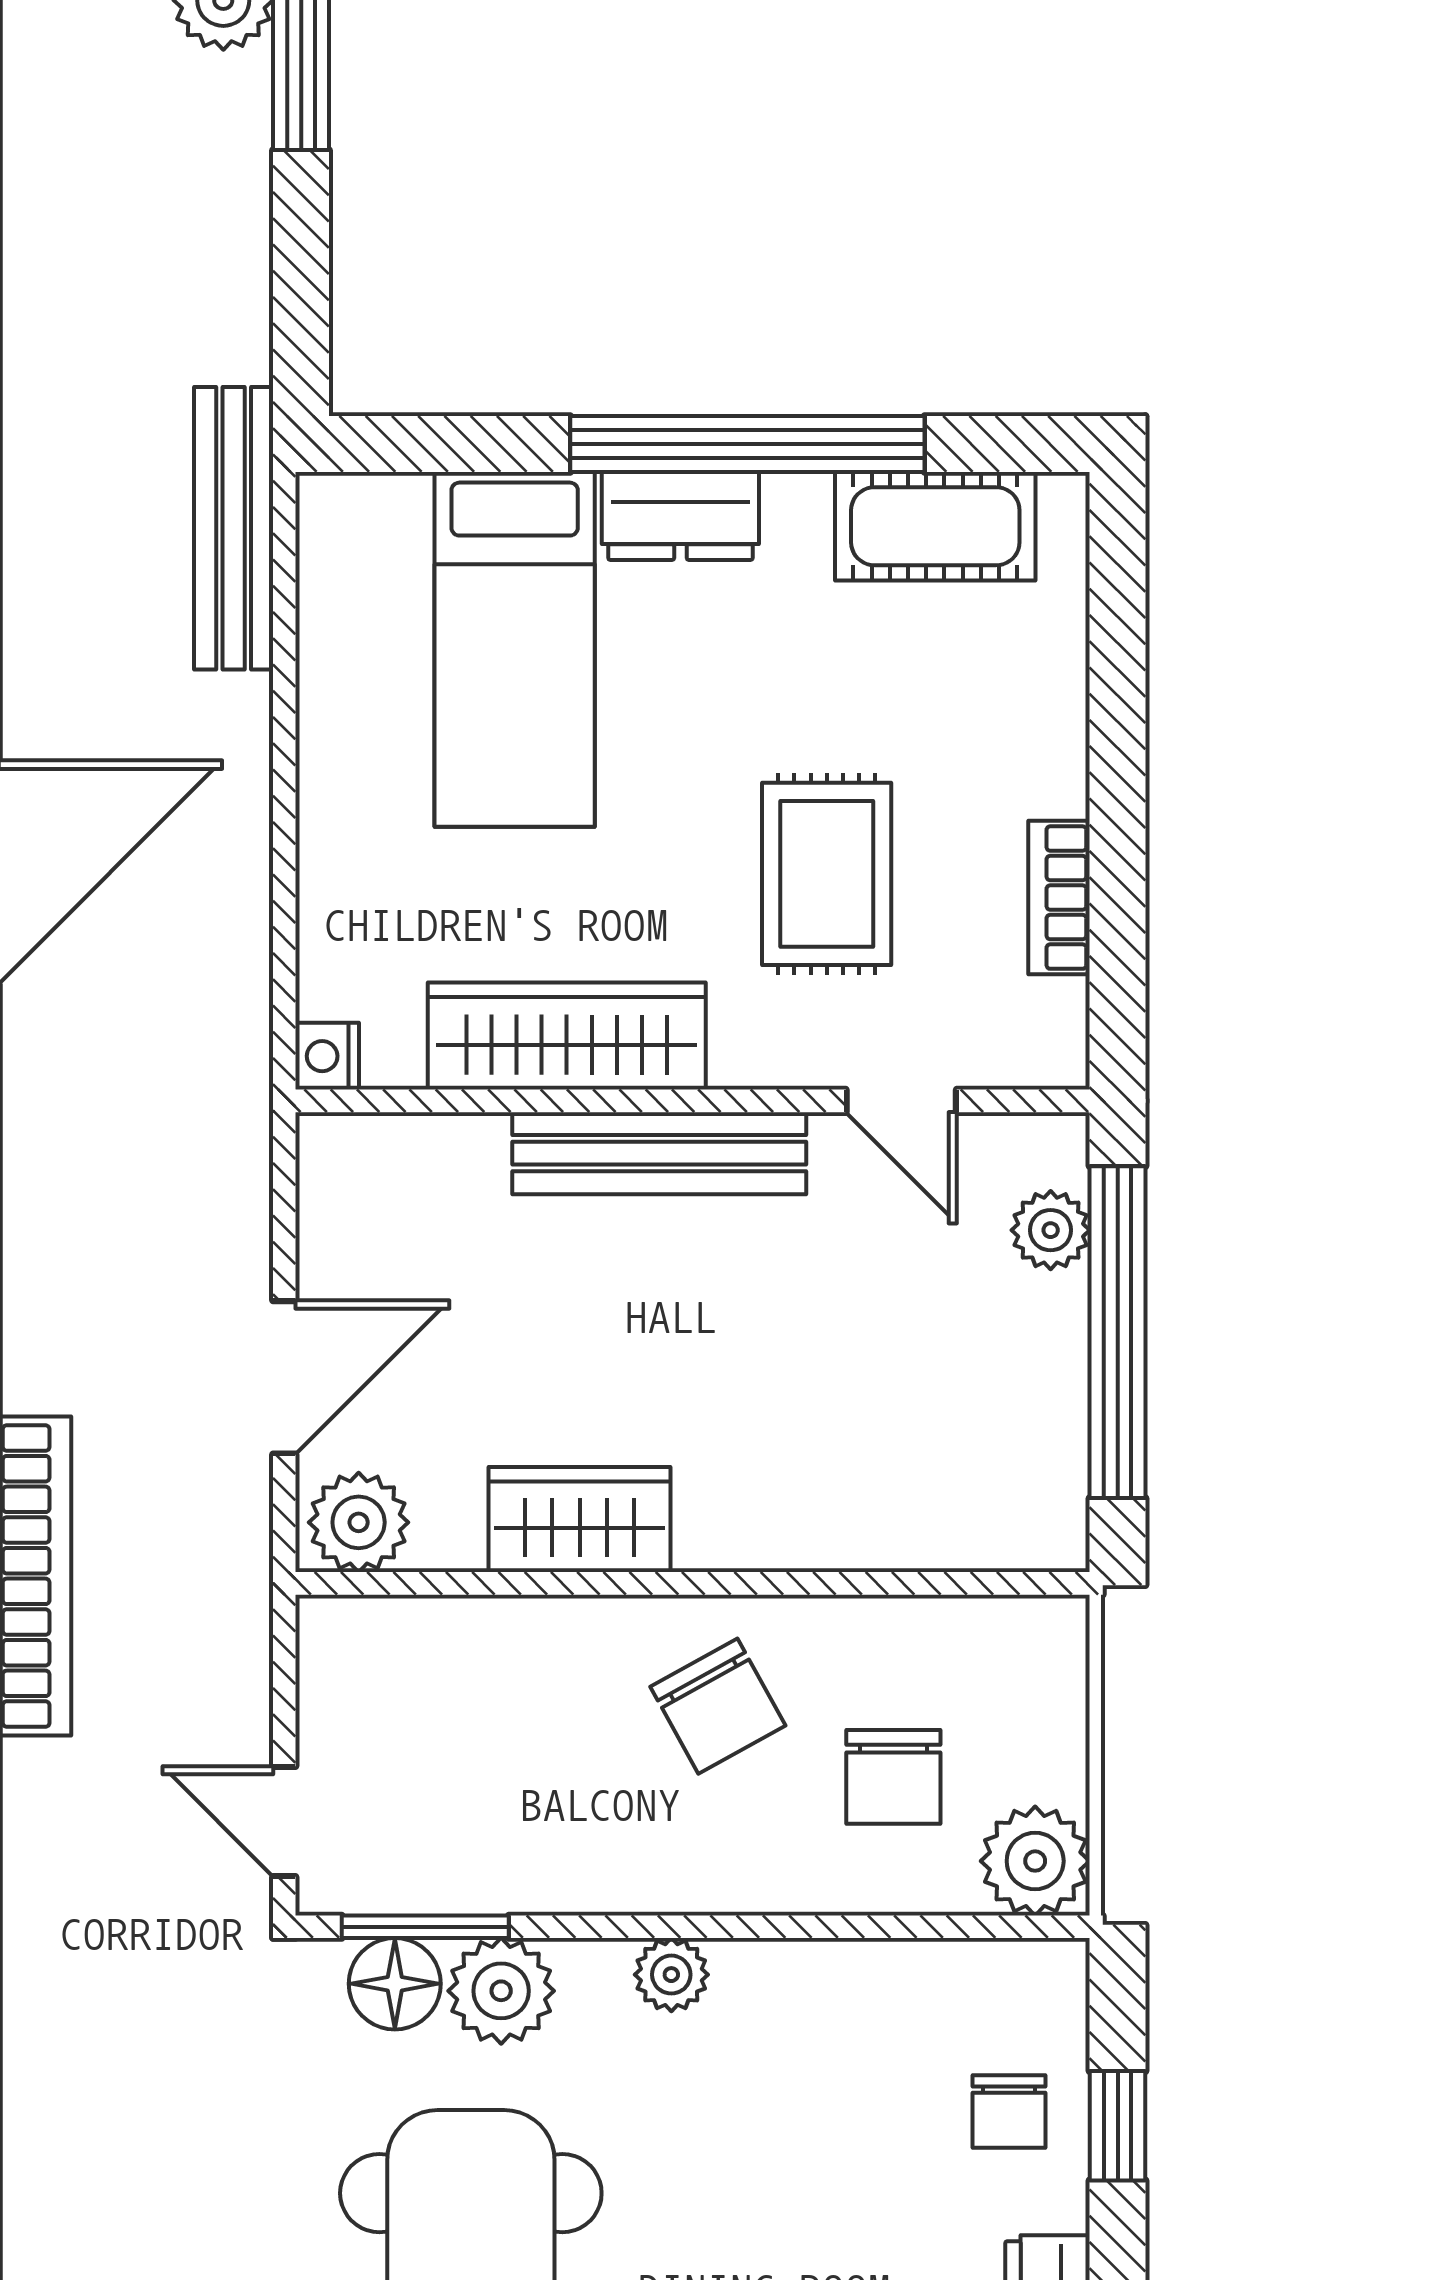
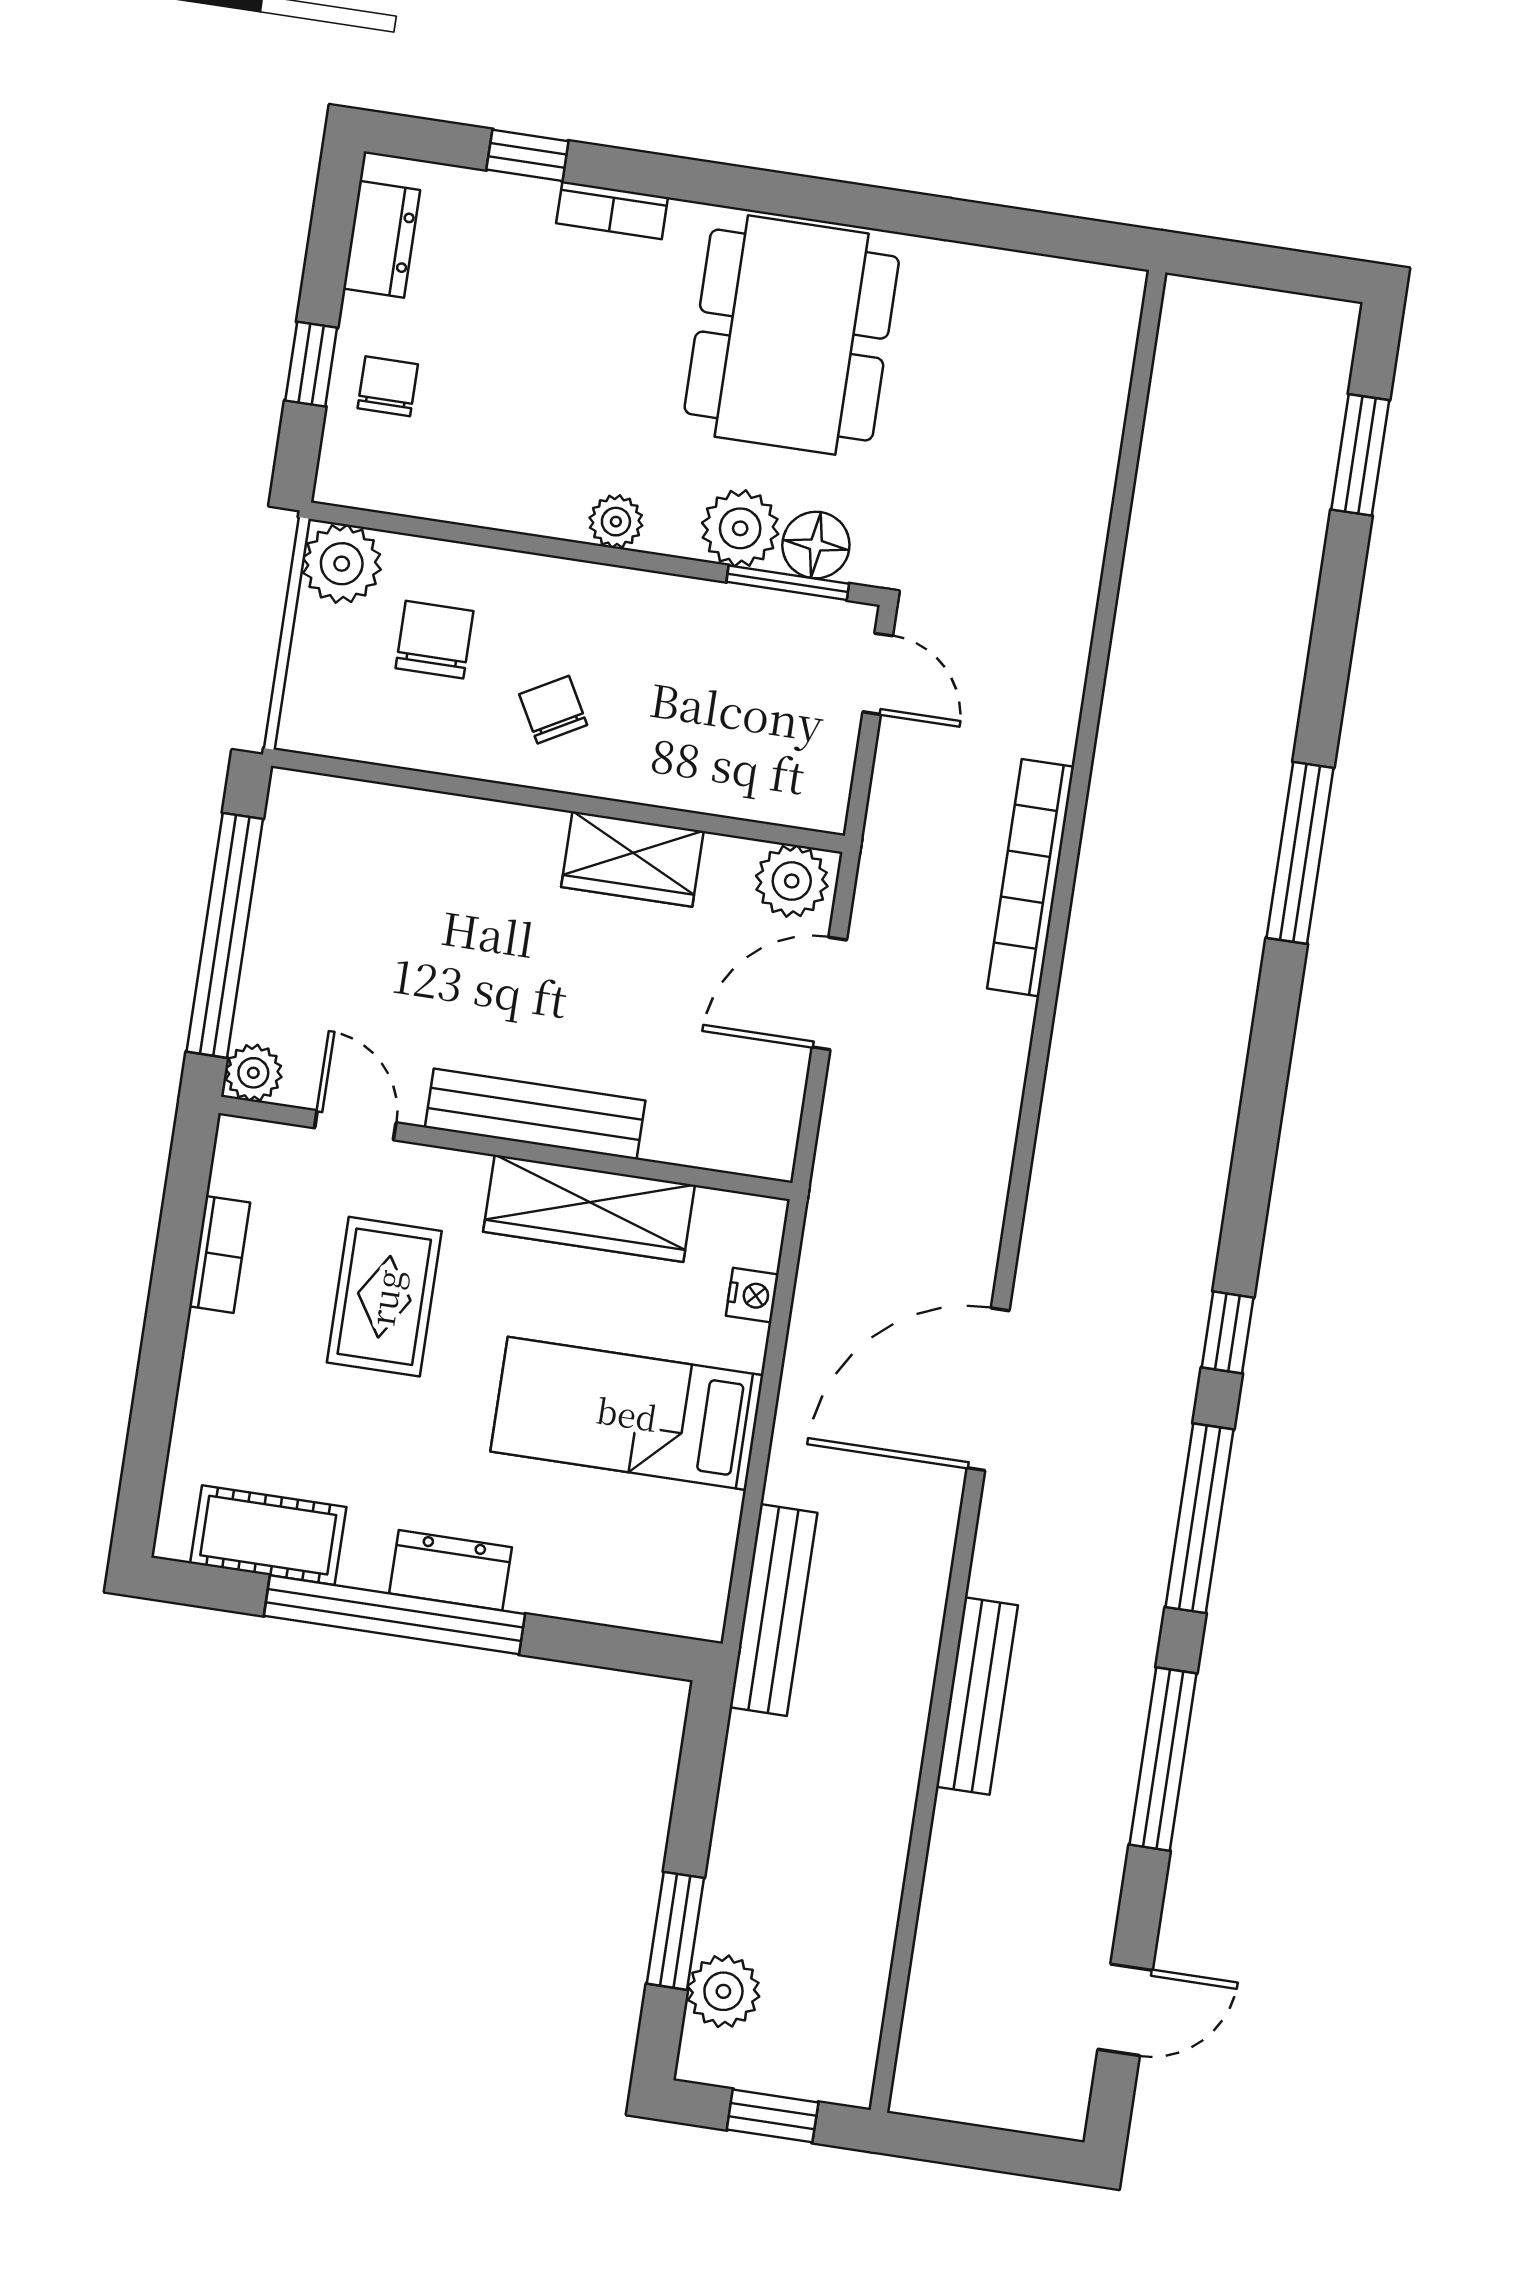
bed: (515, 649) -> (627, 1413), moved, turned -90
nightstand: (327, 1056) -> (752, 1295), moved
plant: (1051, 1230) -> (253, 1073), moved
chair: (718, 1706) -> (553, 710), width x0.73, depth x0.73

